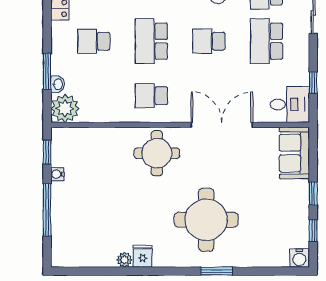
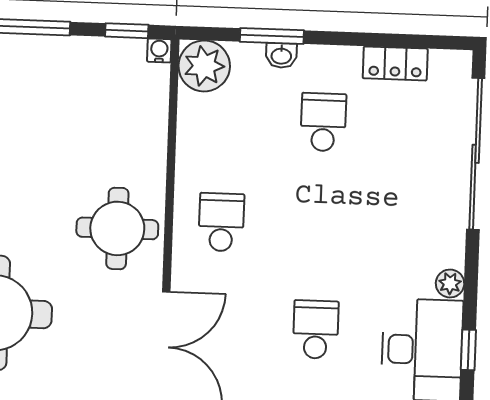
school desk: (151, 41) -> (319, 226), removed
washbasin: (58, 84) -> (281, 55), moved
water cooler: (57, 174) -> (159, 50), moved

